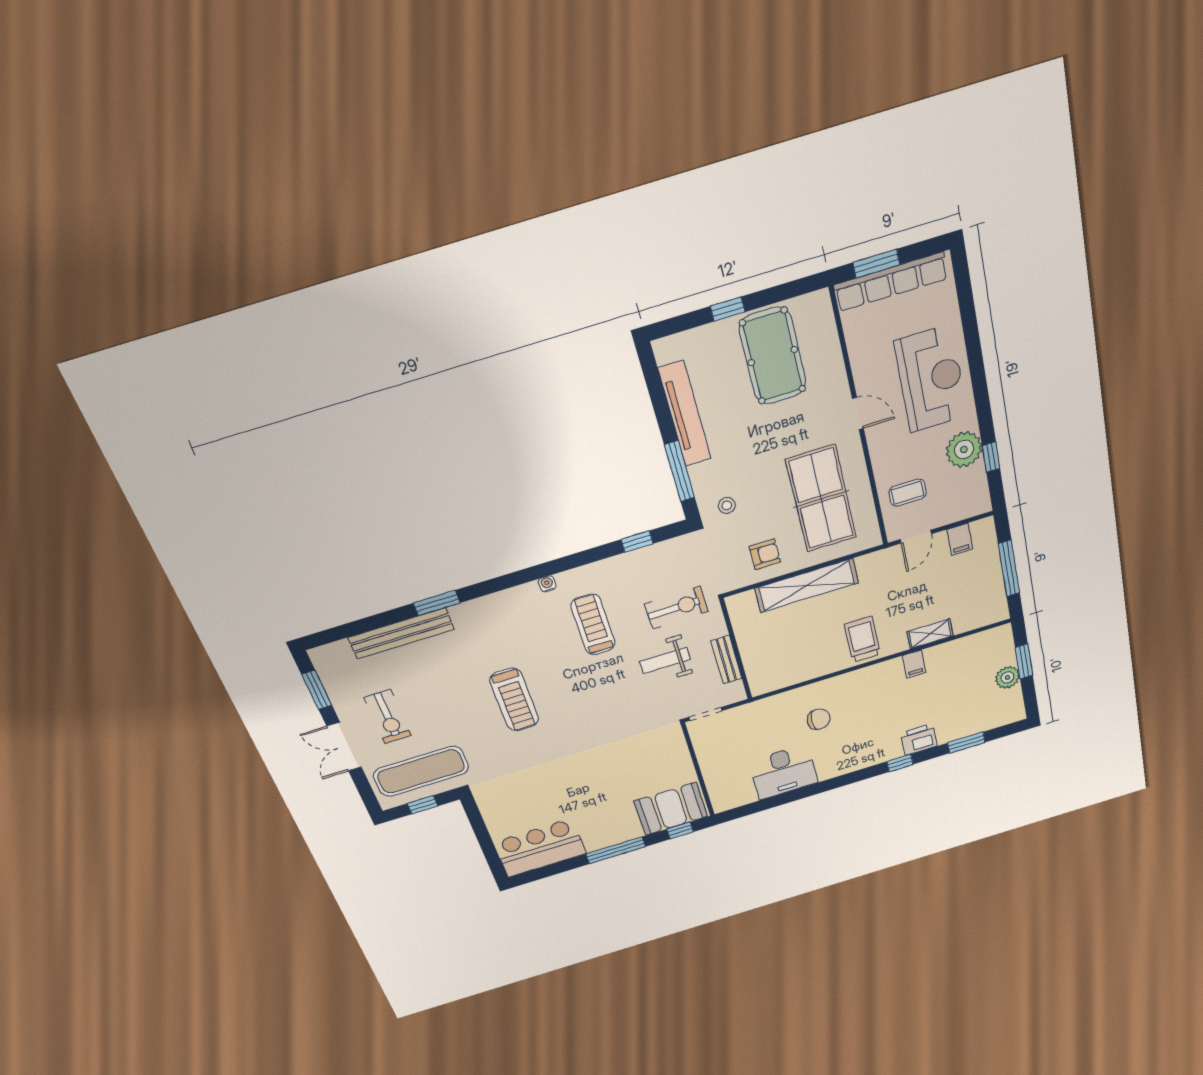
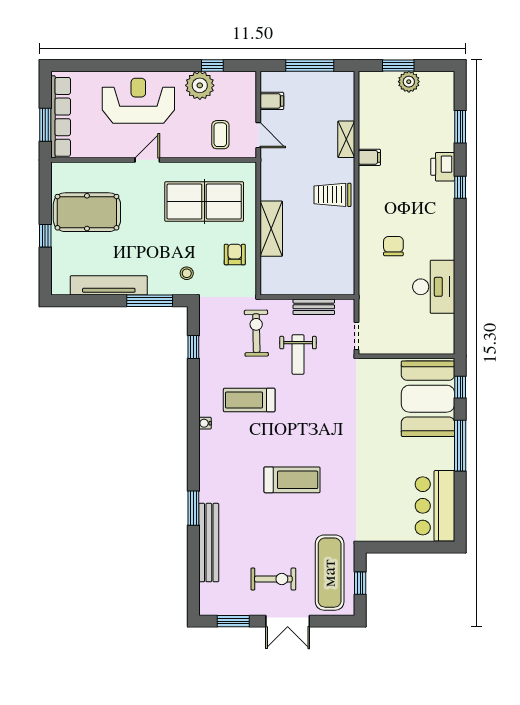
shelving: (807, 586) -> (271, 229), width x0.68
booth: (671, 809) -> (428, 399), width x1.36, depth x1.42

